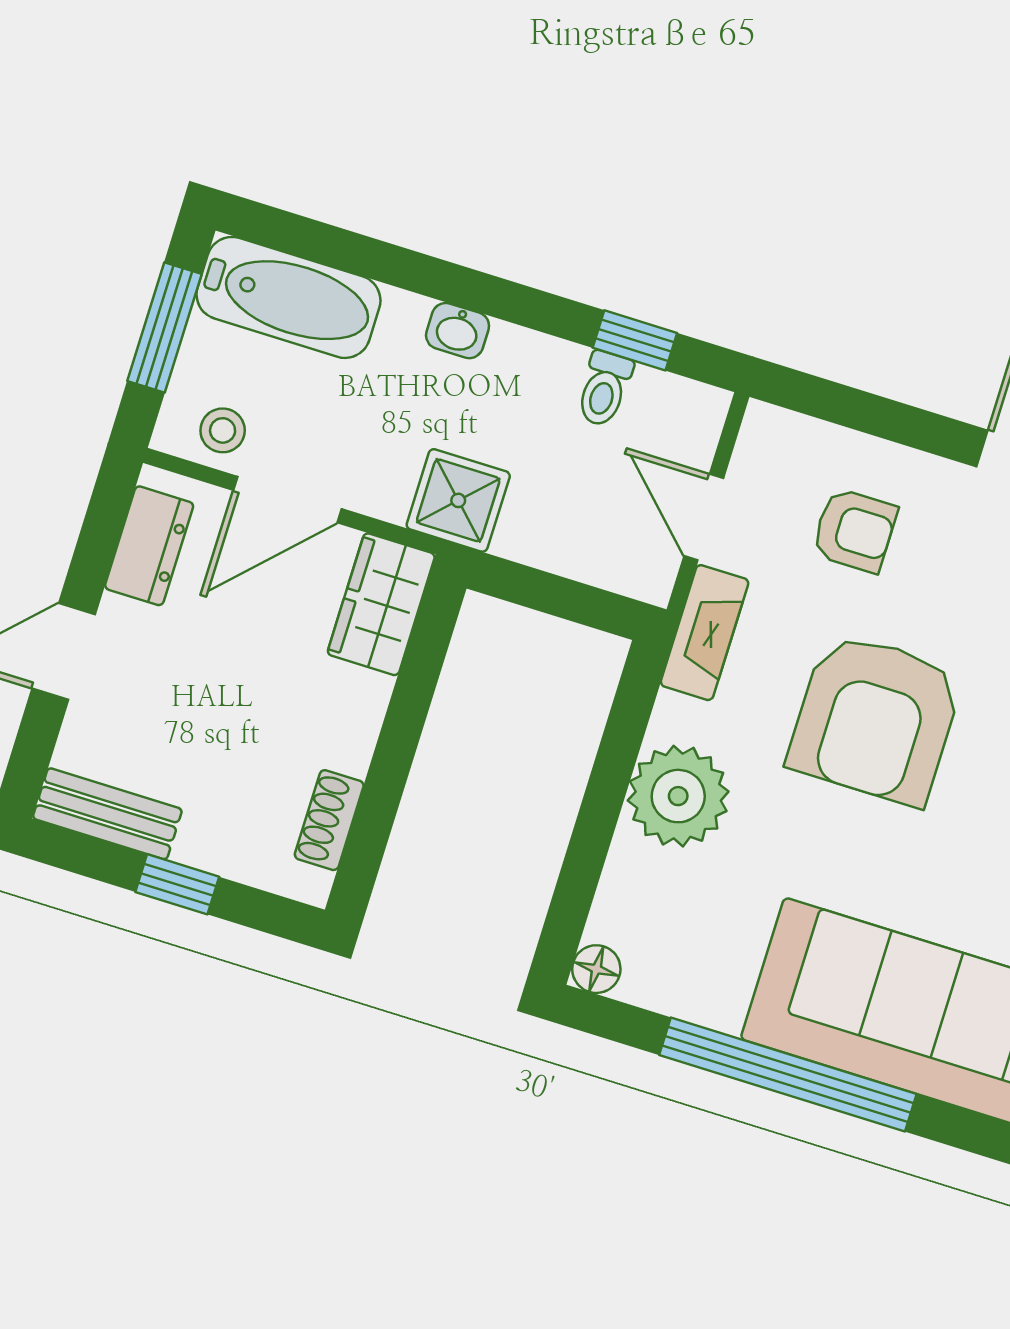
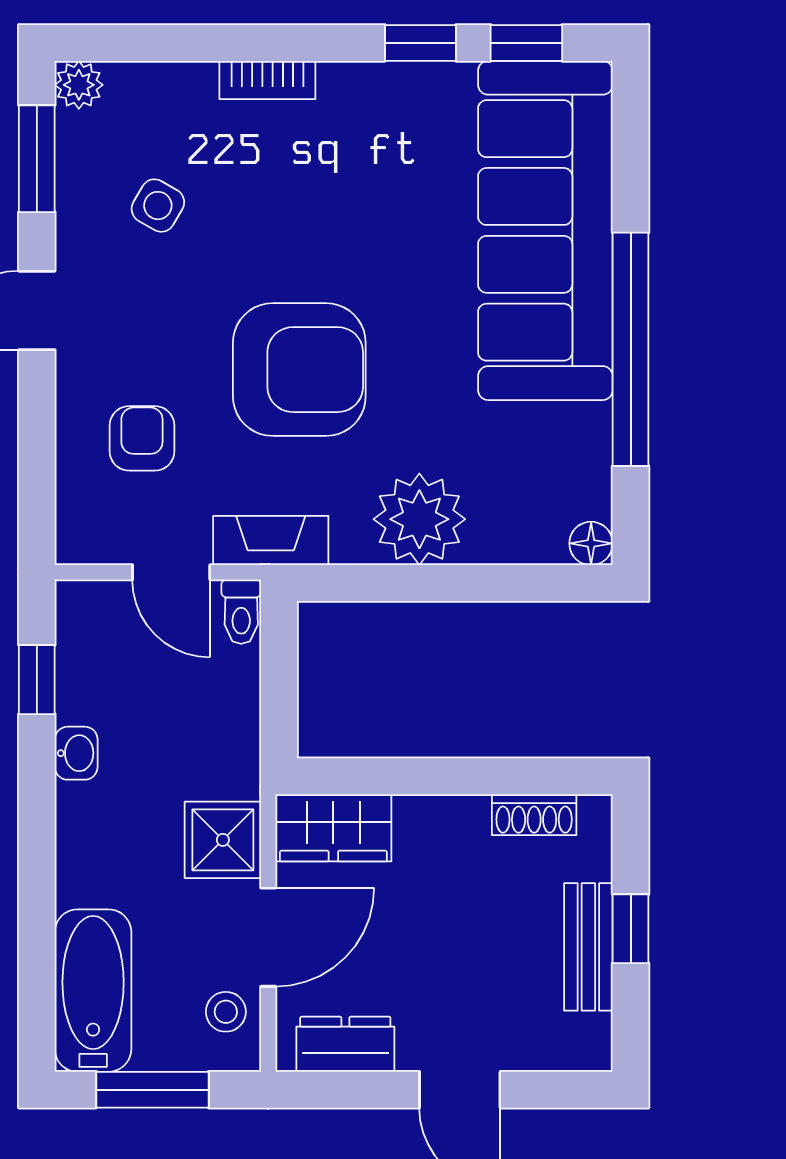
washbasin: (458, 331) -> (76, 753), moved
toilet: (604, 389) -> (241, 612), moved, turned 90
door: (287, 500) -> (268, 937), hinge flipped
shower: (458, 500) -> (223, 840), moved
door: (704, 517) -> (171, 572), hinge flipped
bench: (107, 814) -> (588, 947), moved

